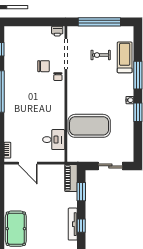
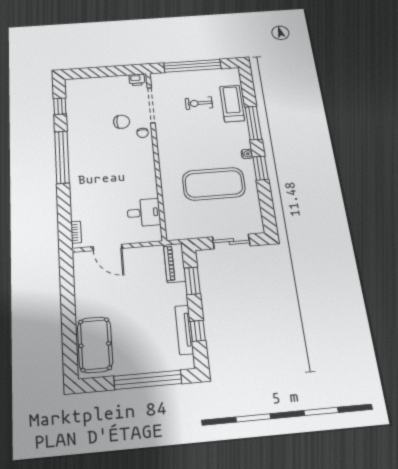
exercise mat: (89, 126) -> (214, 184), moved

